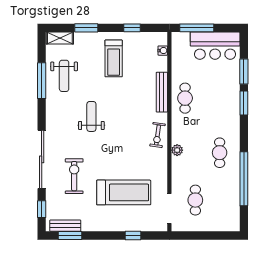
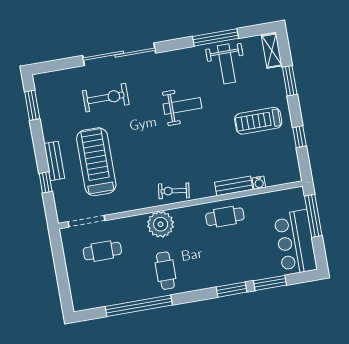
water cooler: (163, 51) -> (259, 183), moved
weight bench: (64, 76) -> (226, 64), turned -90
bench: (162, 92) -> (234, 186), width x0.73
plant: (177, 150) -> (161, 224), width x1.87, depth x1.87
cafe table: (220, 153) -> (165, 271), turned 90
treadmill: (124, 192) -> (96, 162), turned 180
window: (42, 209) -> (58, 65), removed
bench: (65, 226) -> (54, 161), moved

